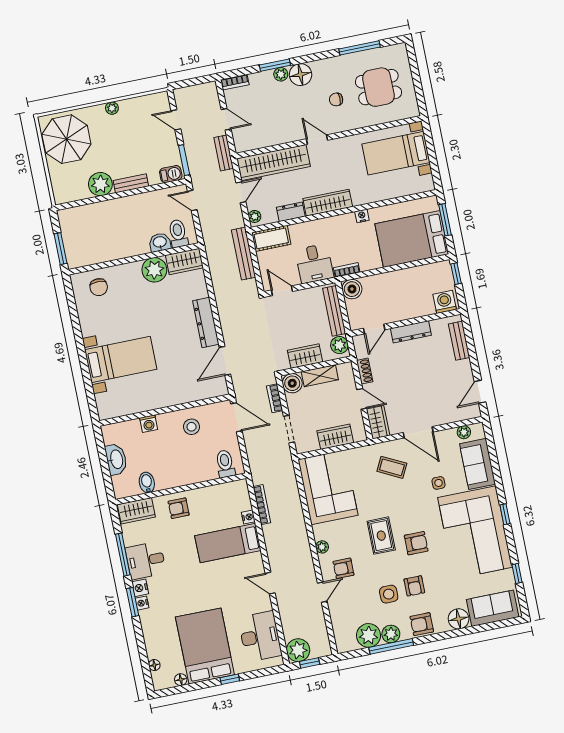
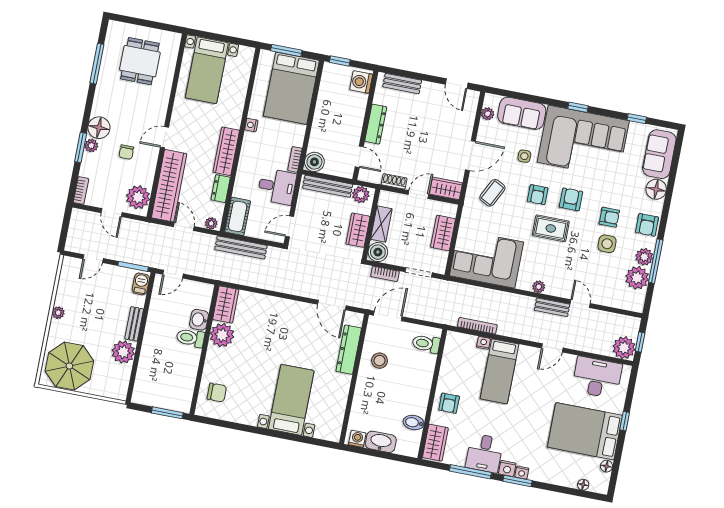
chair: (336, 99) -> (126, 152), moved
door: (226, 119) -> (112, 213), swing flipped
plant: (251, 138) -> (138, 197), added
bench: (224, 153) -> (552, 307), moved
toilet: (178, 233) -> (190, 338), moved
dresser: (206, 323) -> (349, 350), moved, turned 90
washing machine: (149, 424) -> (357, 439), moved, turned -90
armchair: (343, 568) -> (538, 195), moved

